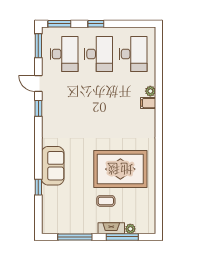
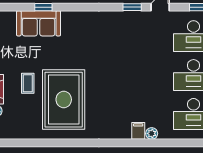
sofa: (53, 166) -> (39, 23), moved

